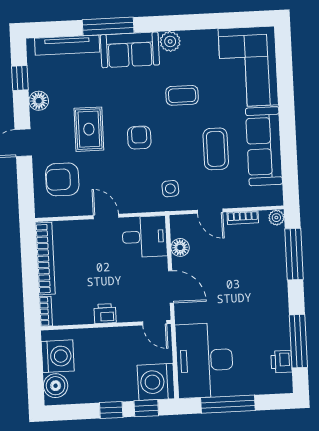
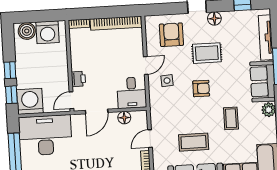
floor lamp: (39, 101) -> (214, 18), moved
side table: (170, 189) -> (167, 81), moved
printer: (105, 314) -> (78, 79), moved

